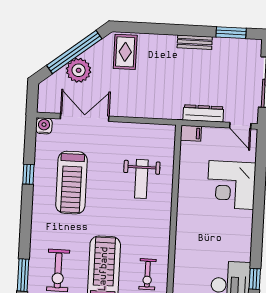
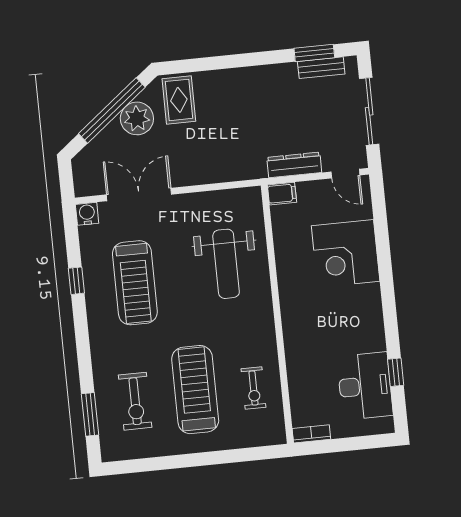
bench: (195, 42) -> (321, 68), moved
plant: (79, 70) -> (137, 118), moved
weight bench: (141, 179) -> (226, 264), width x1.36, depth x1.33

